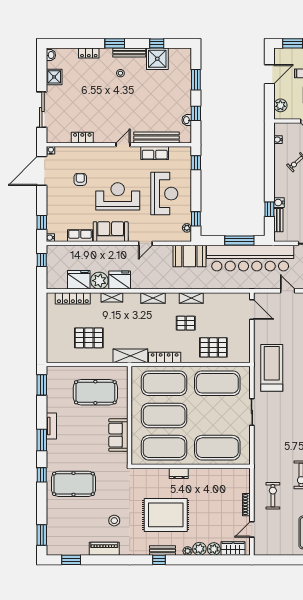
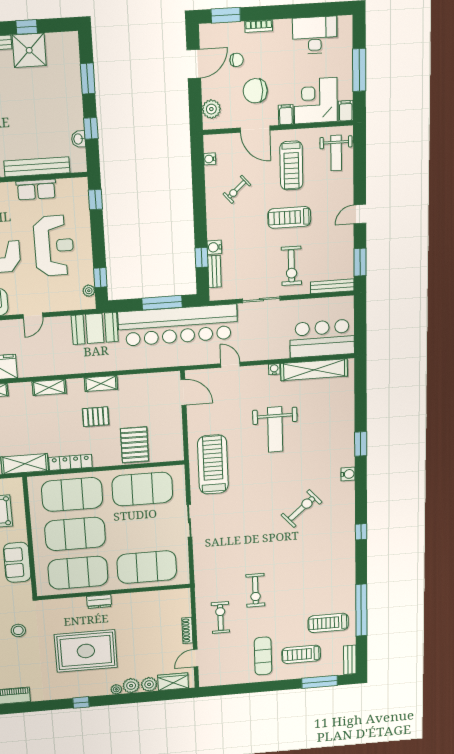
pallet: (213, 347) -> (135, 445), turned 90
stool: (114, 521) -> (18, 630), moved
bench: (162, 550) -> (85, 692), removed

